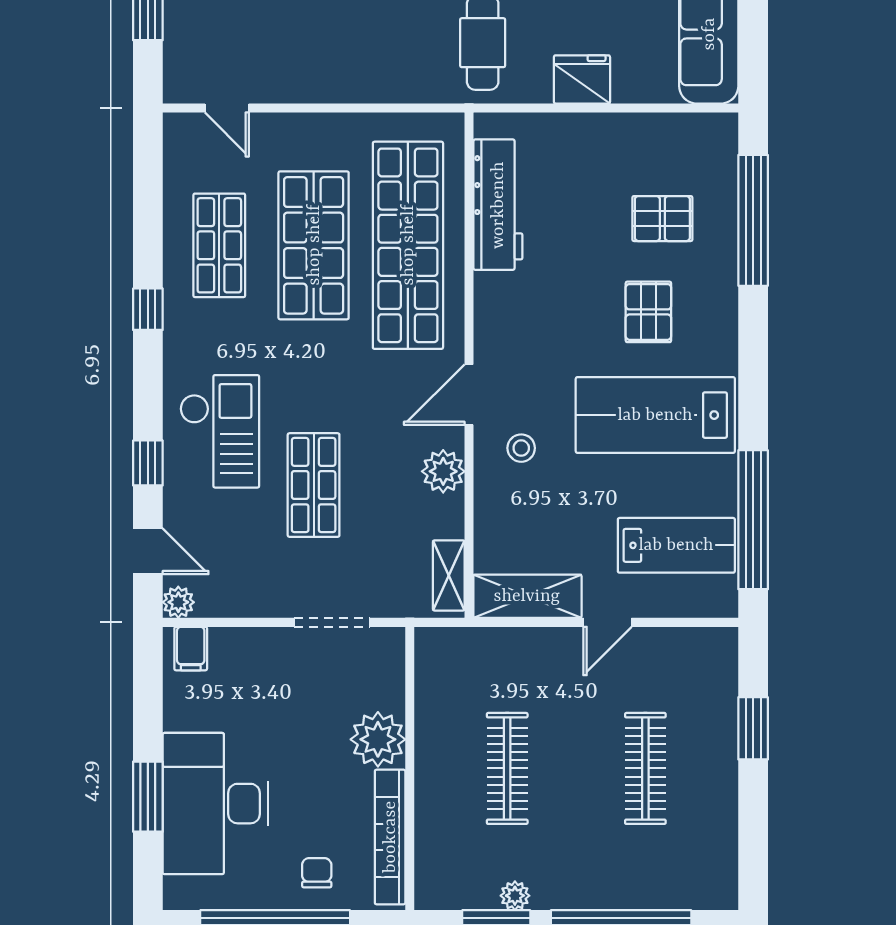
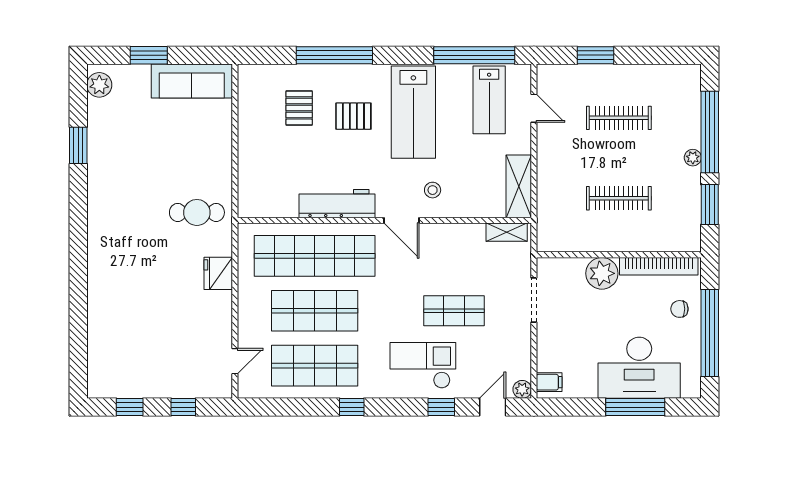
fridge: (582, 79) -> (218, 273), moved
workbench: (498, 205) -> (337, 204), moved
window: (753, 220) -> (334, 55), moved
shop shelf: (219, 245) -> (315, 366), width x1.43, depth x1.36
plant: (443, 471) -> (446, 235), removed
lab bench: (676, 545) -> (489, 100), turned 180
door: (608, 622) -> (534, 108), moved
window: (148, 797) -> (635, 407), width x1.44
plant: (515, 896) -> (693, 158), moved

